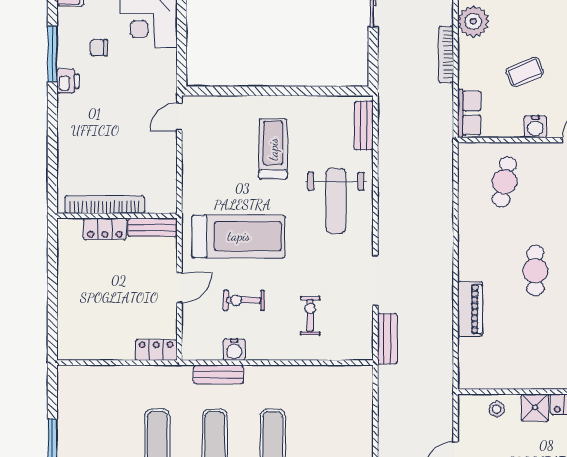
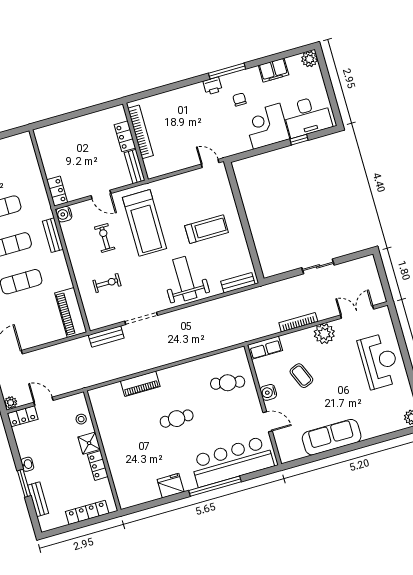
weight bench: (336, 201) -> (185, 279), turned 90
water cooler: (234, 350) -> (64, 214), moved
piano: (338, 380) -> (71, 313), added

